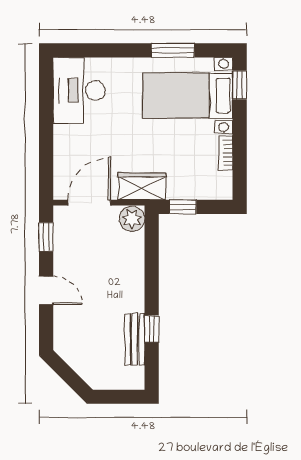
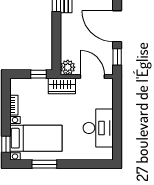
desk: (79, 90) -> (98, 128), moved
door: (89, 203) -> (92, 77), swing flipped
door: (46, 290) -> (117, 26), width x1.88

